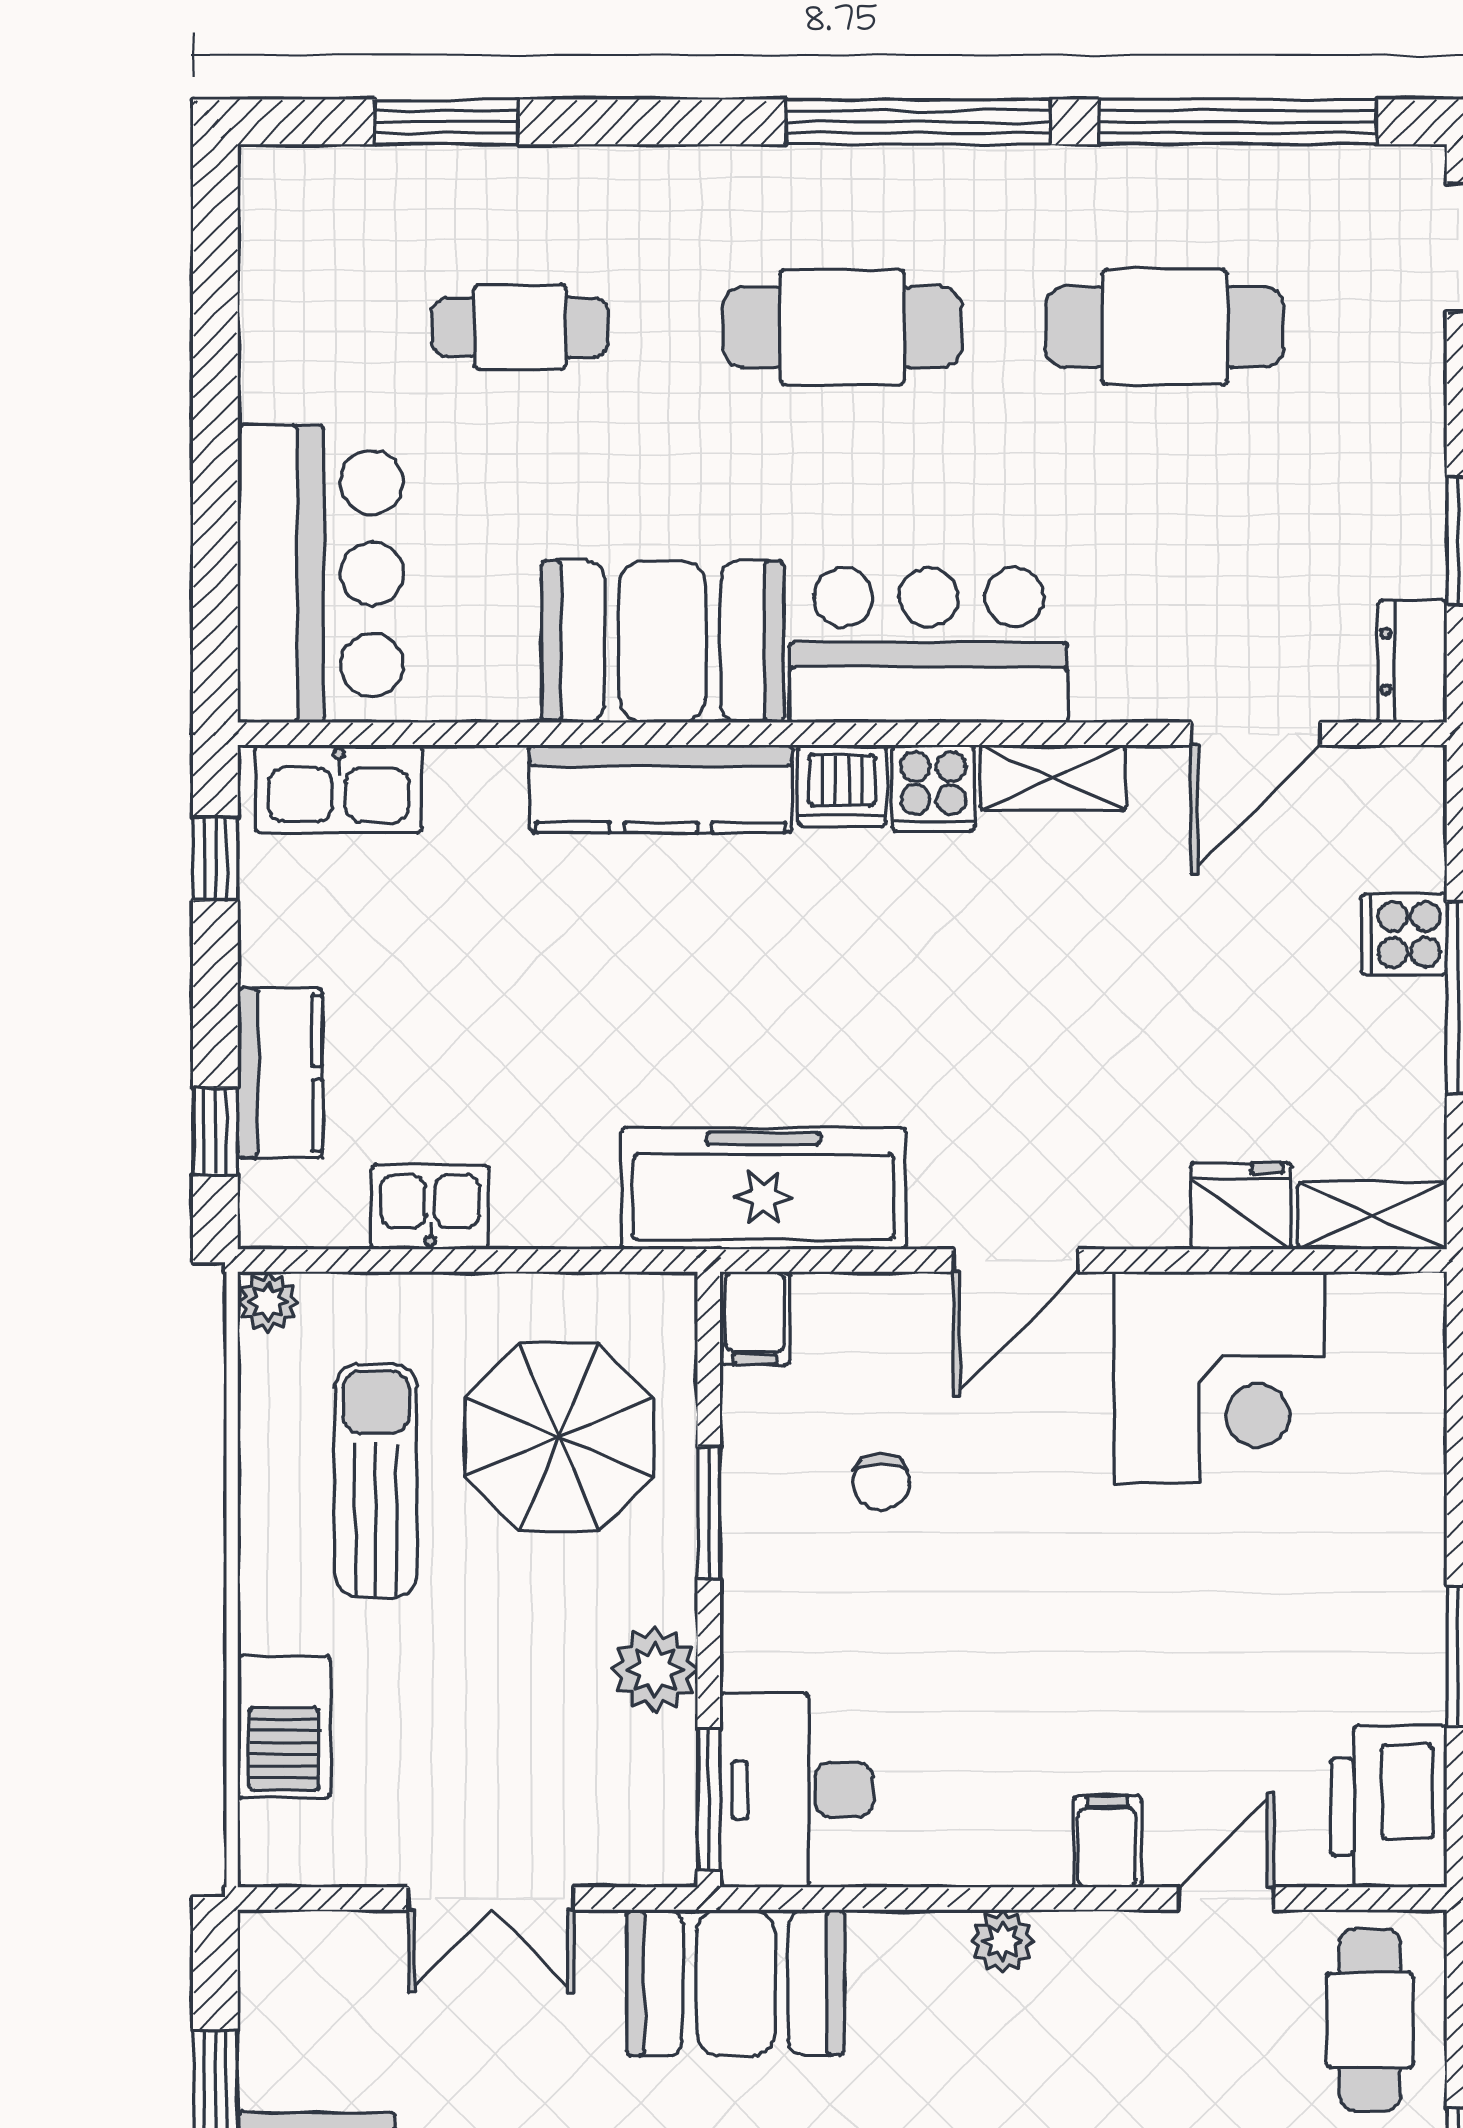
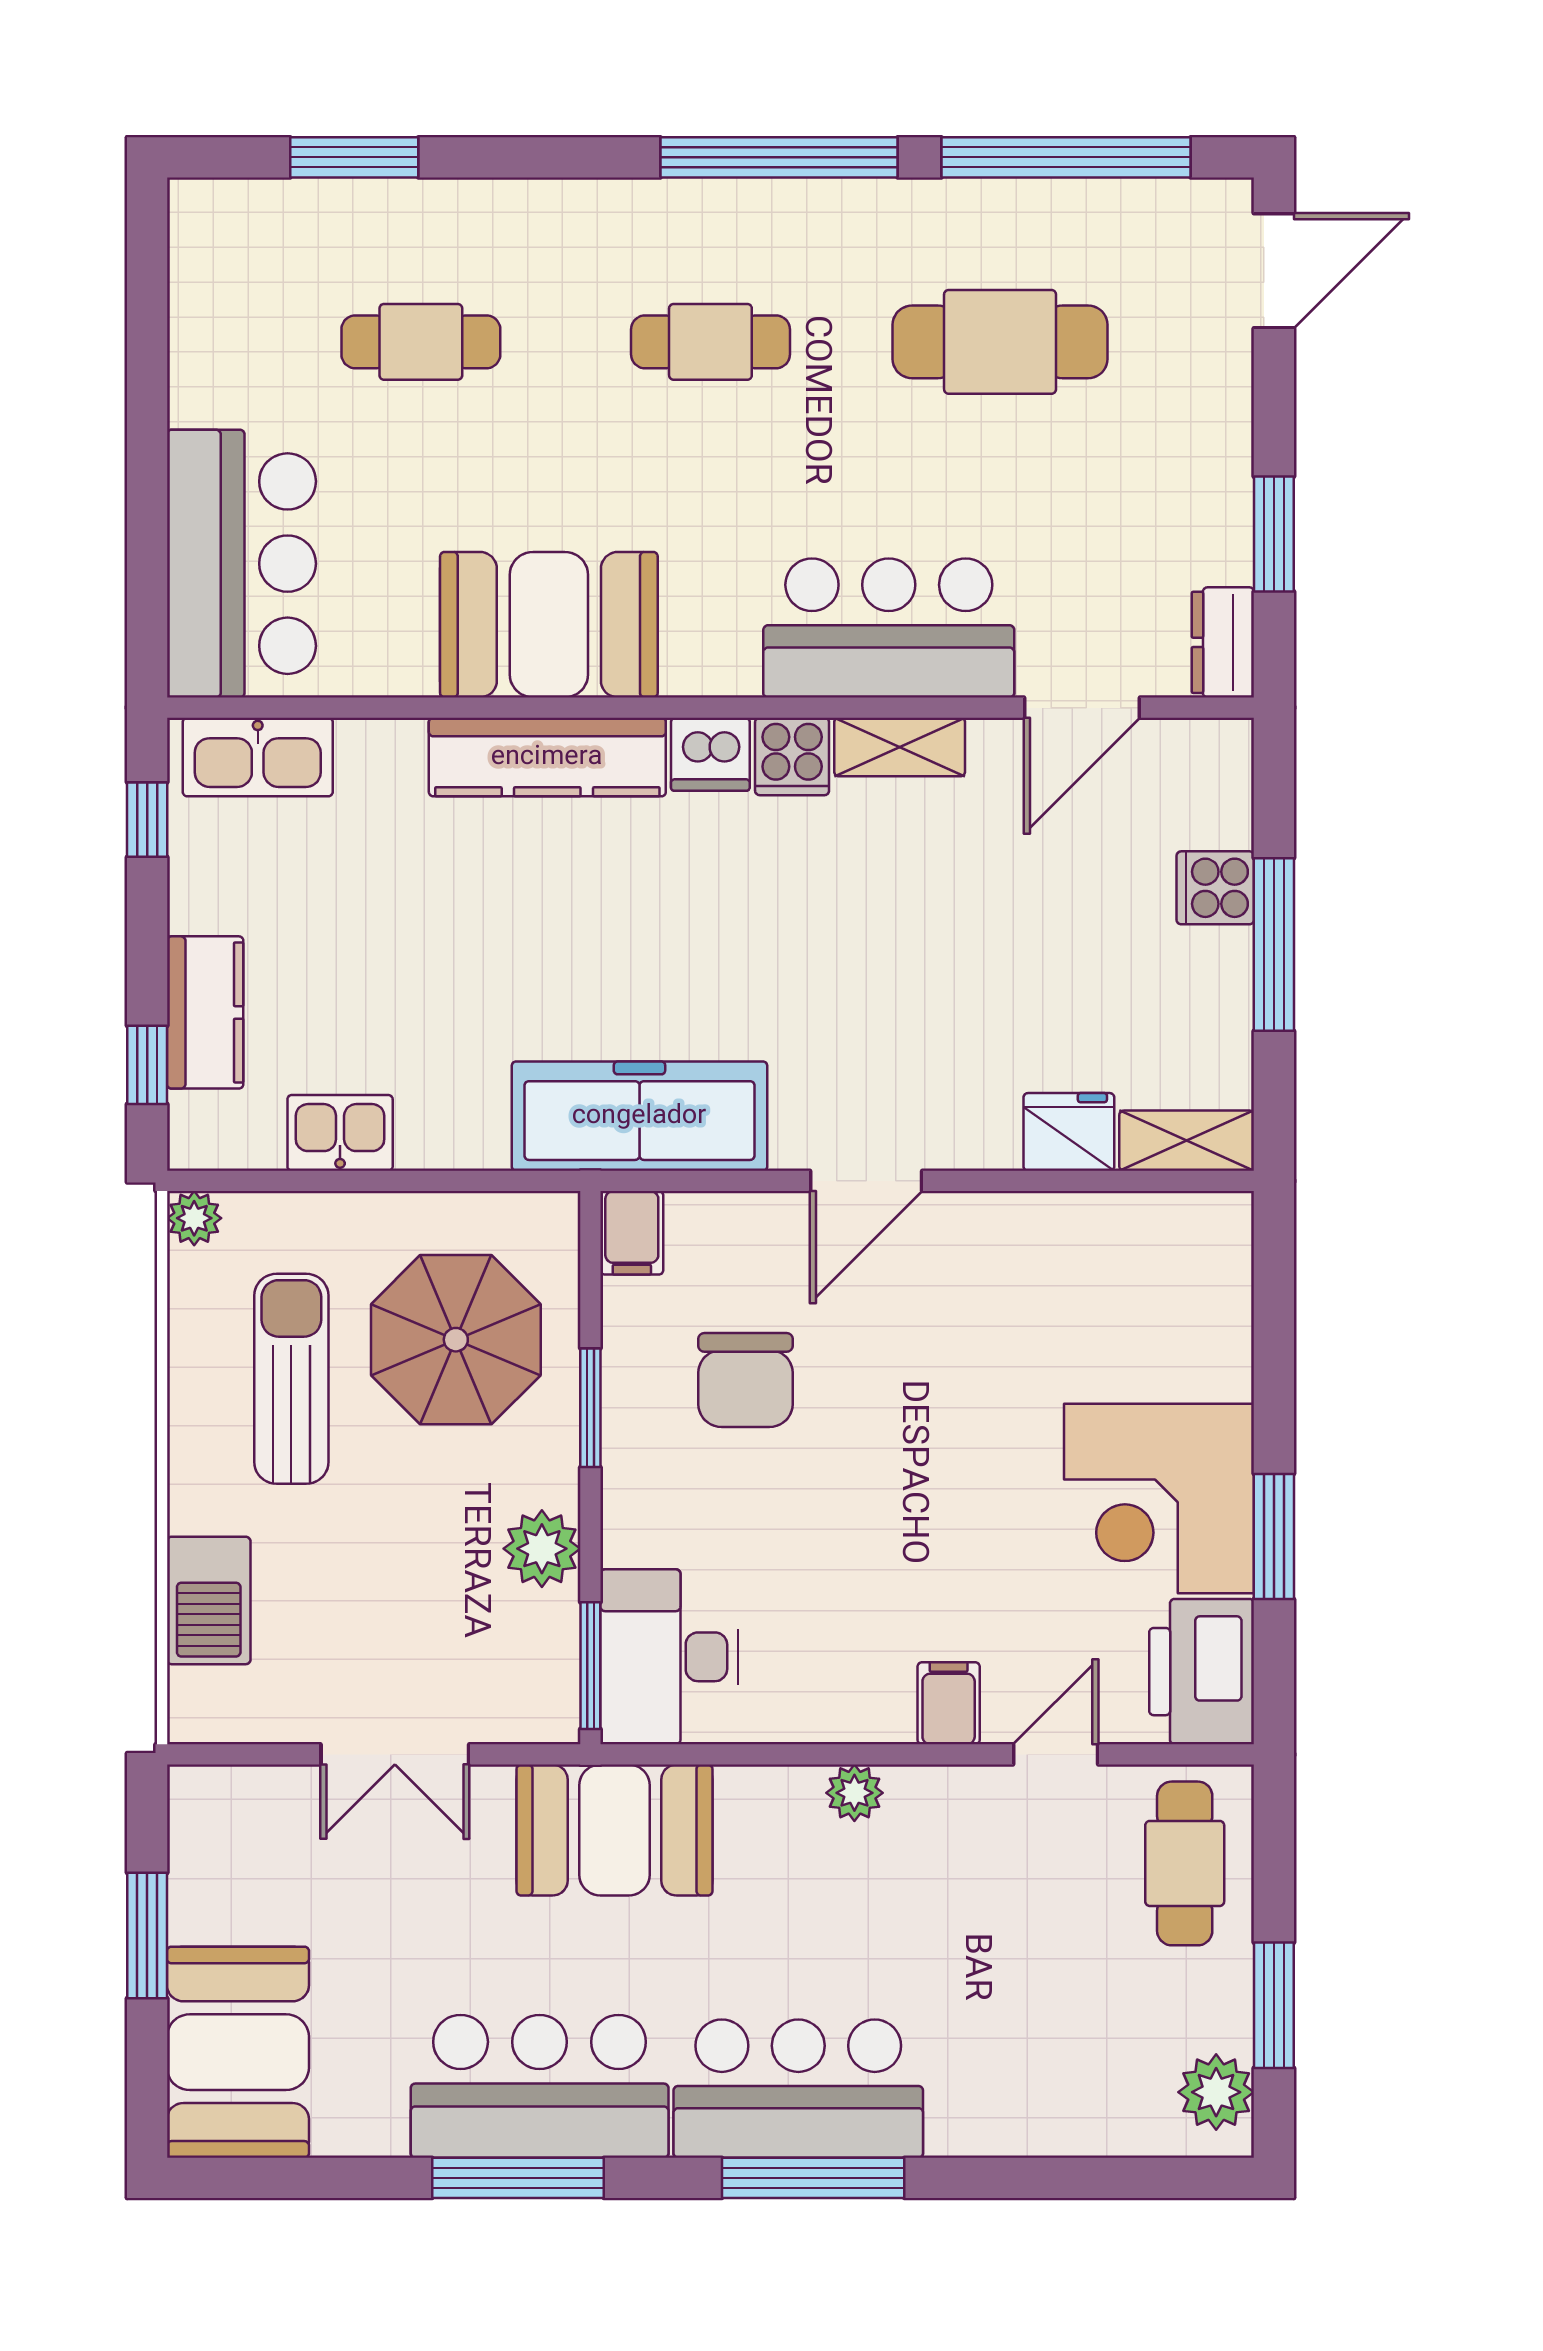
cafe table: (842, 327) -> (710, 342), width x0.73, depth x0.74
bar counter: (929, 645) -> (889, 628), moved
corner desk: (1220, 1377) -> (1159, 1499), moved, turned 90
chair: (881, 1482) -> (745, 1380), width x1.87, depth x1.87

